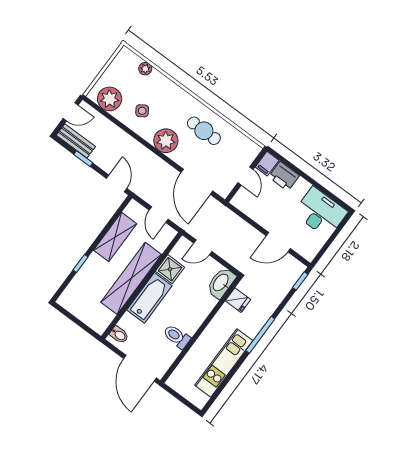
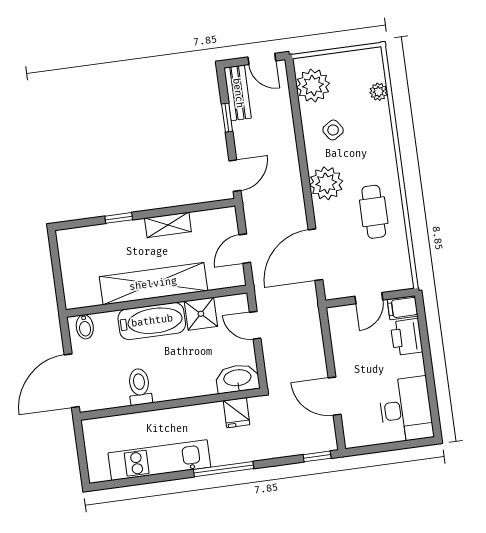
shelving: (115, 237) -> (168, 225), width x0.67, depth x0.75

